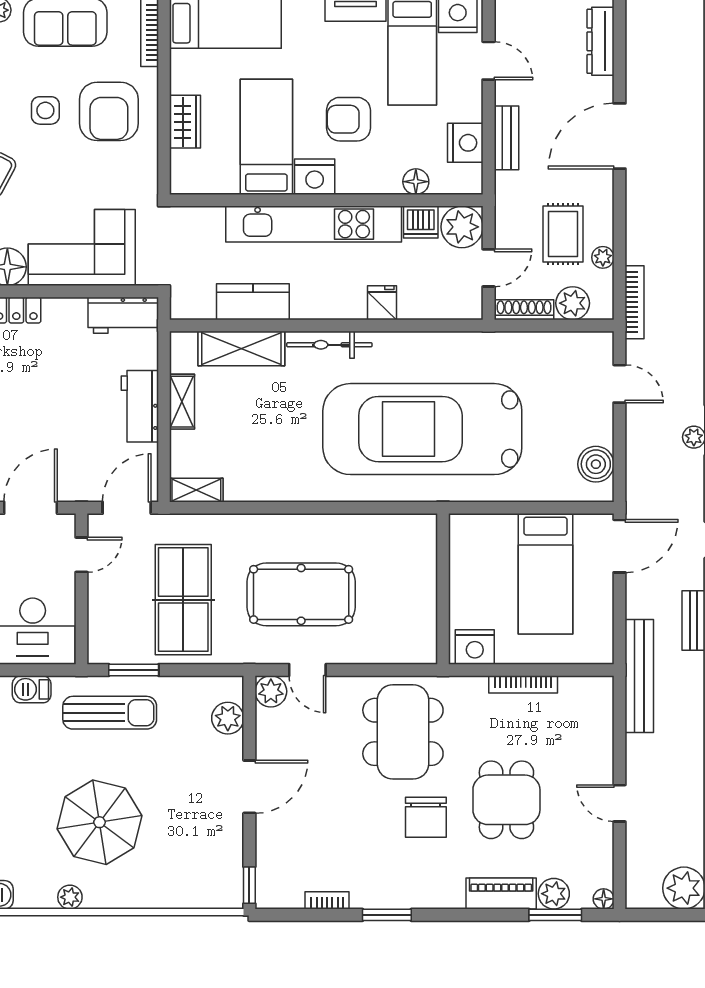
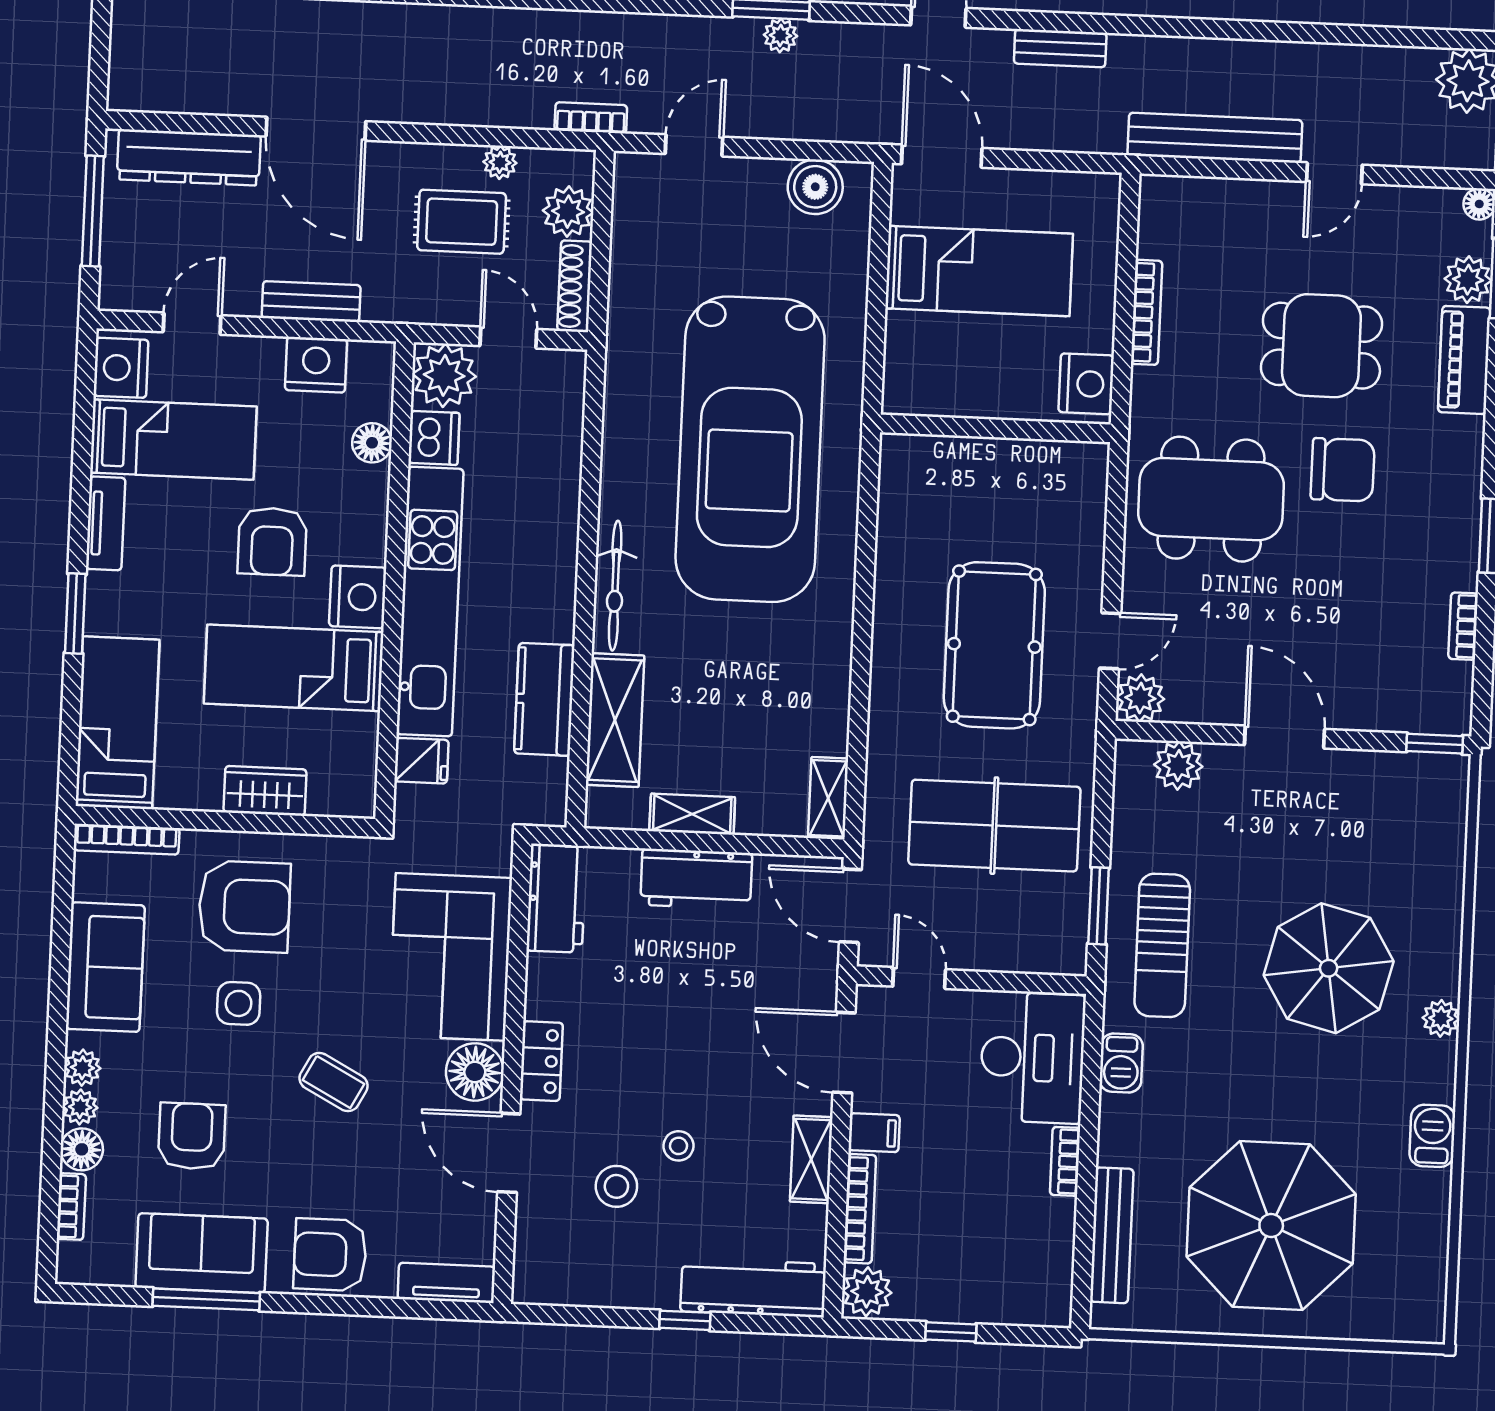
dresser: (600, 41) -> (189, 157), width x1.37, depth x1.24
bookcase: (635, 302) -> (591, 118), width x0.64
fridge: (382, 303) -> (422, 761), moved, turned 180
bench: (639, 676) -> (1215, 138), moved
sun lounger: (110, 713) -> (1162, 945), turned 180

